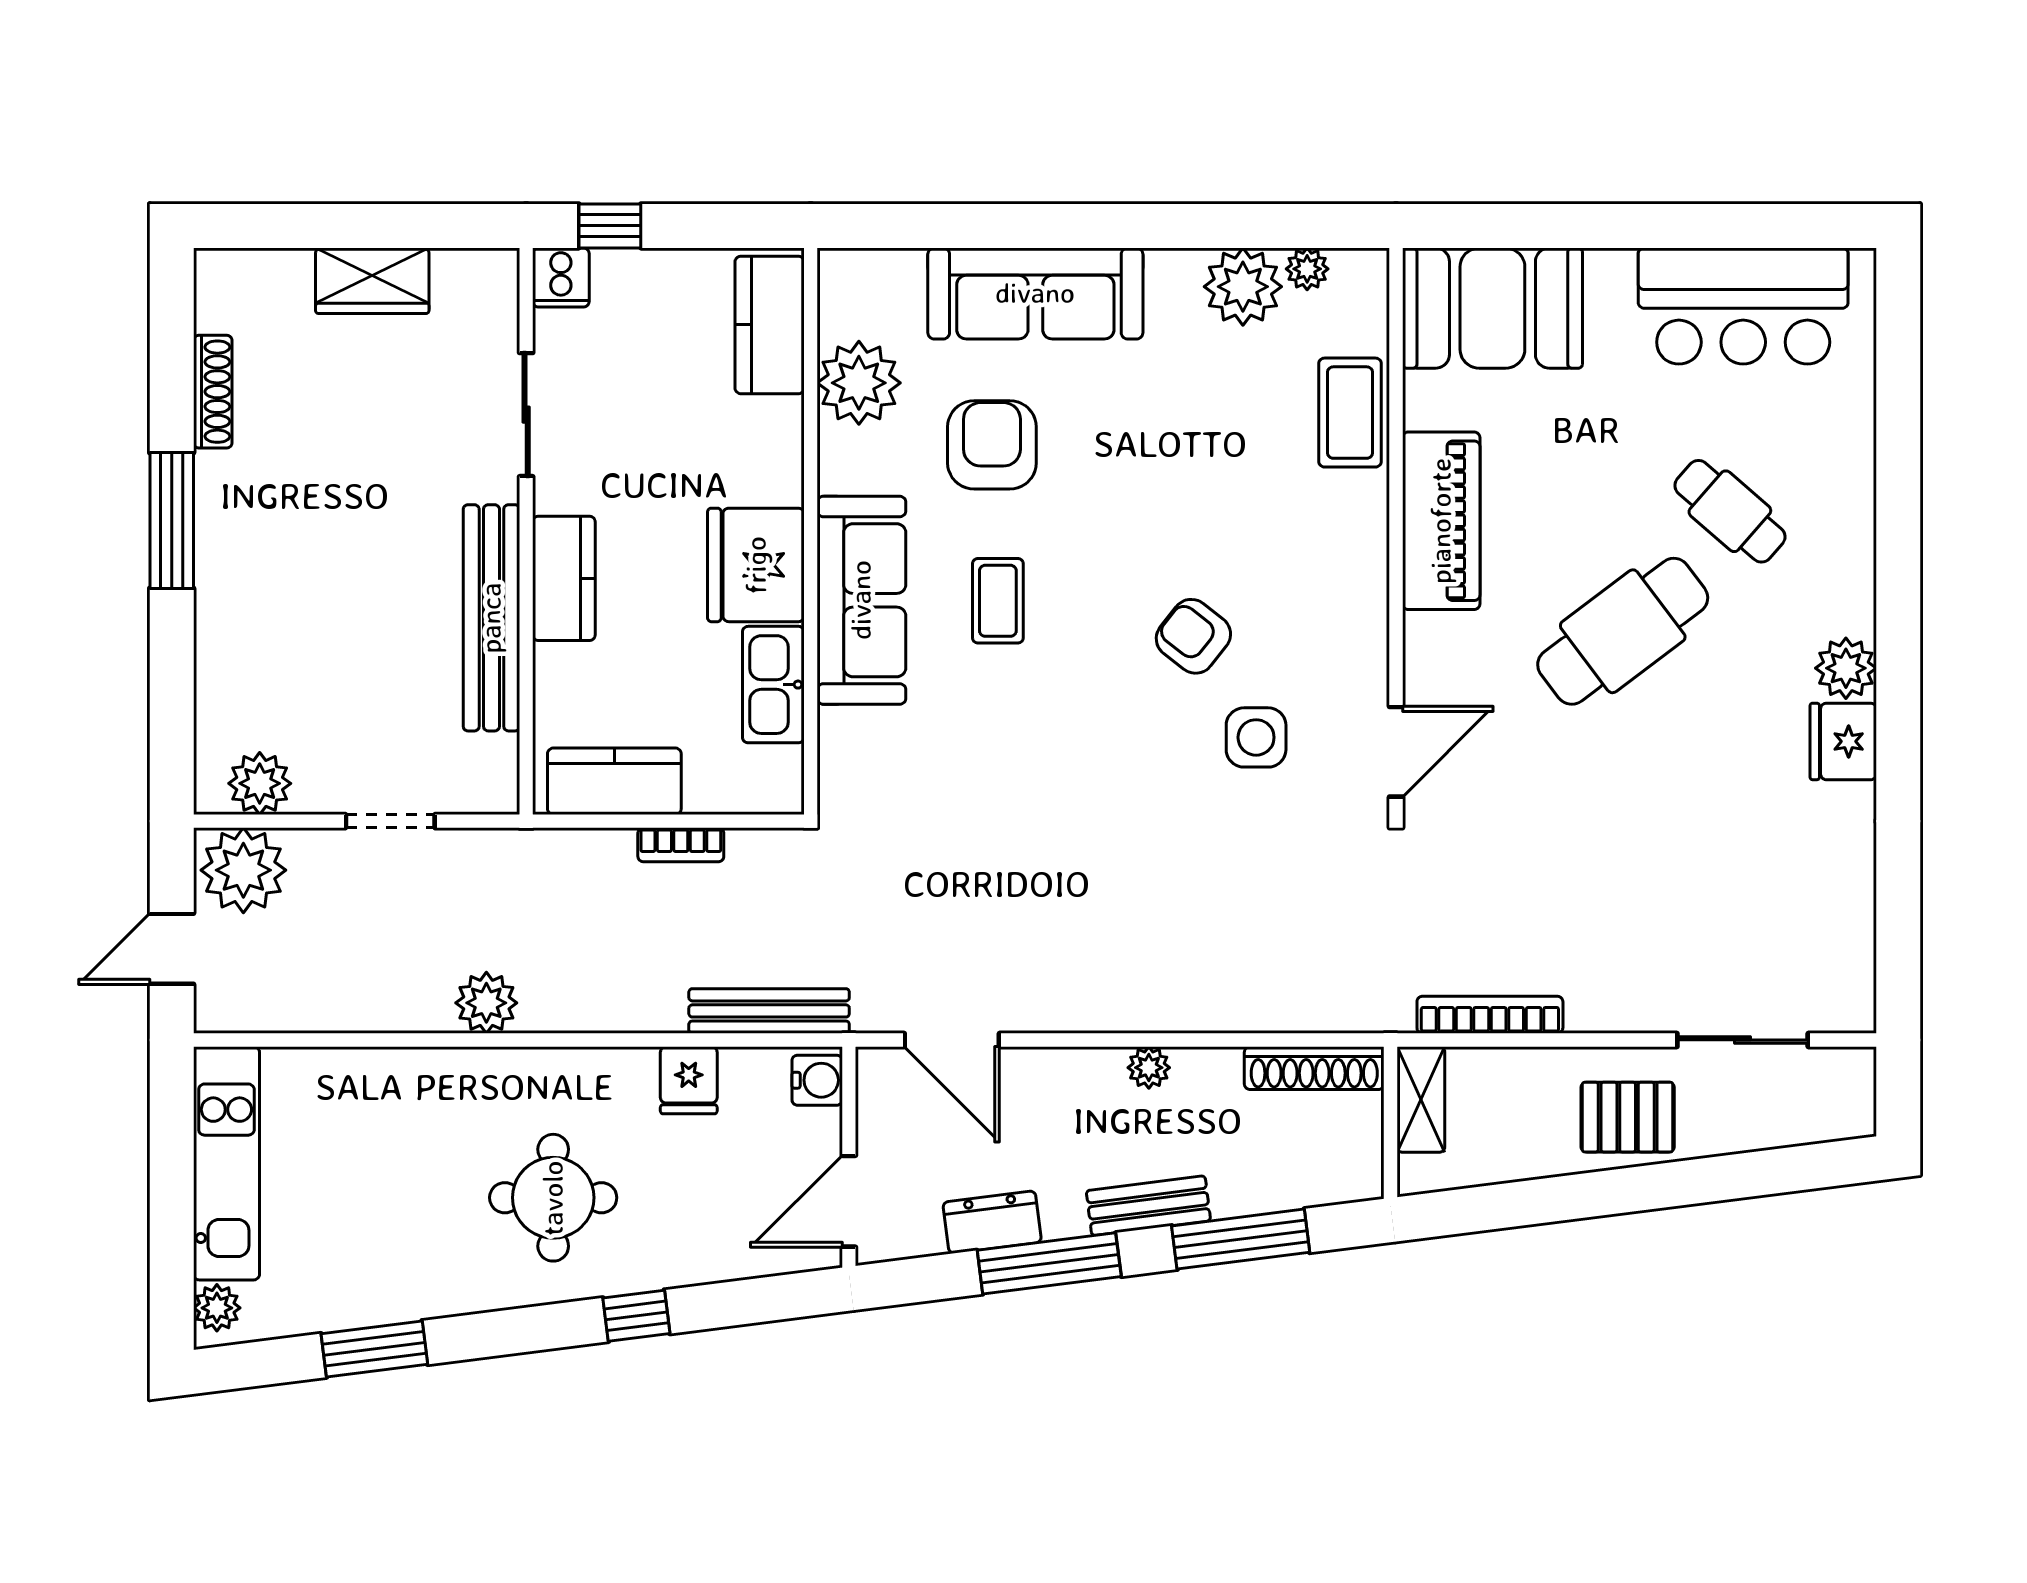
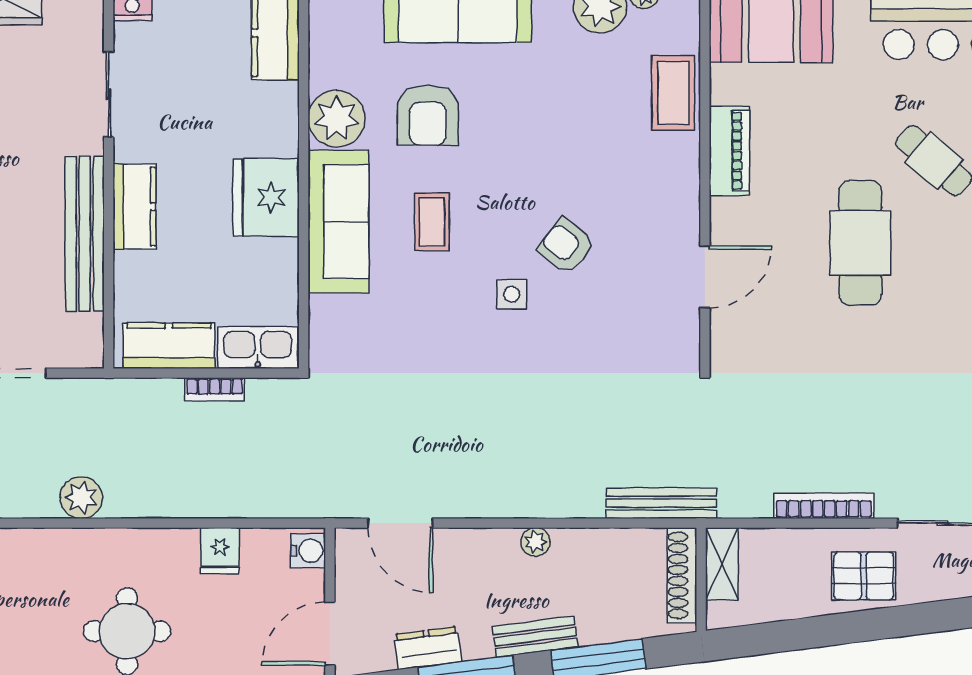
plant: (859, 383) -> (337, 119), moved
armchair: (992, 445) -> (428, 115), turned 180
piano: (1441, 521) -> (729, 151), width x0.73, depth x0.75
cafe table: (1623, 631) -> (860, 243), turned -53
kitchen sink: (773, 685) -> (258, 347), moved, turned 90
side table: (1256, 737) -> (512, 294), moved, width x0.73, depth x0.73
door: (1396, 752) -> (705, 277), moved
bench: (769, 1011) -> (661, 503), moved
bookcase: (1490, 1015) -> (824, 506), moved
shoe rack: (1314, 1068) -> (682, 575), moved, turned 90

